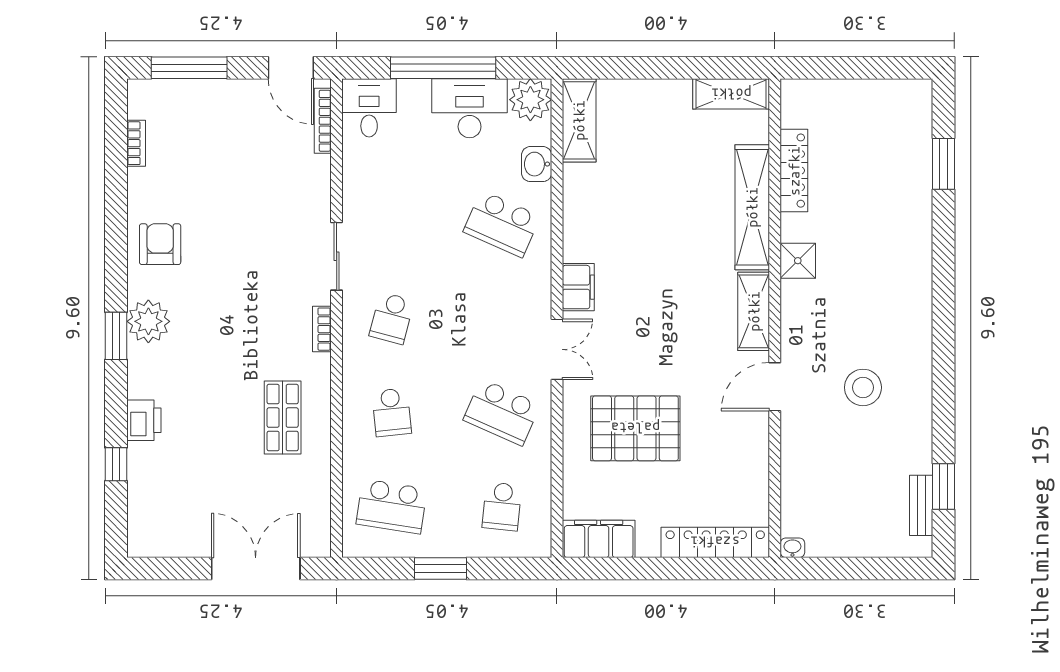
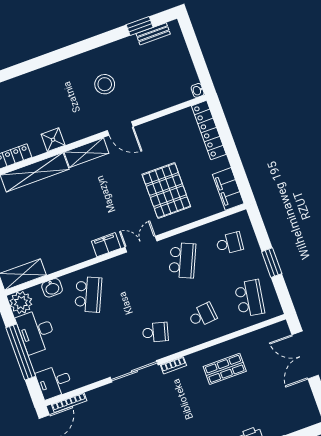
sliding door: (337, 256) -> (134, 371), width x1.37

